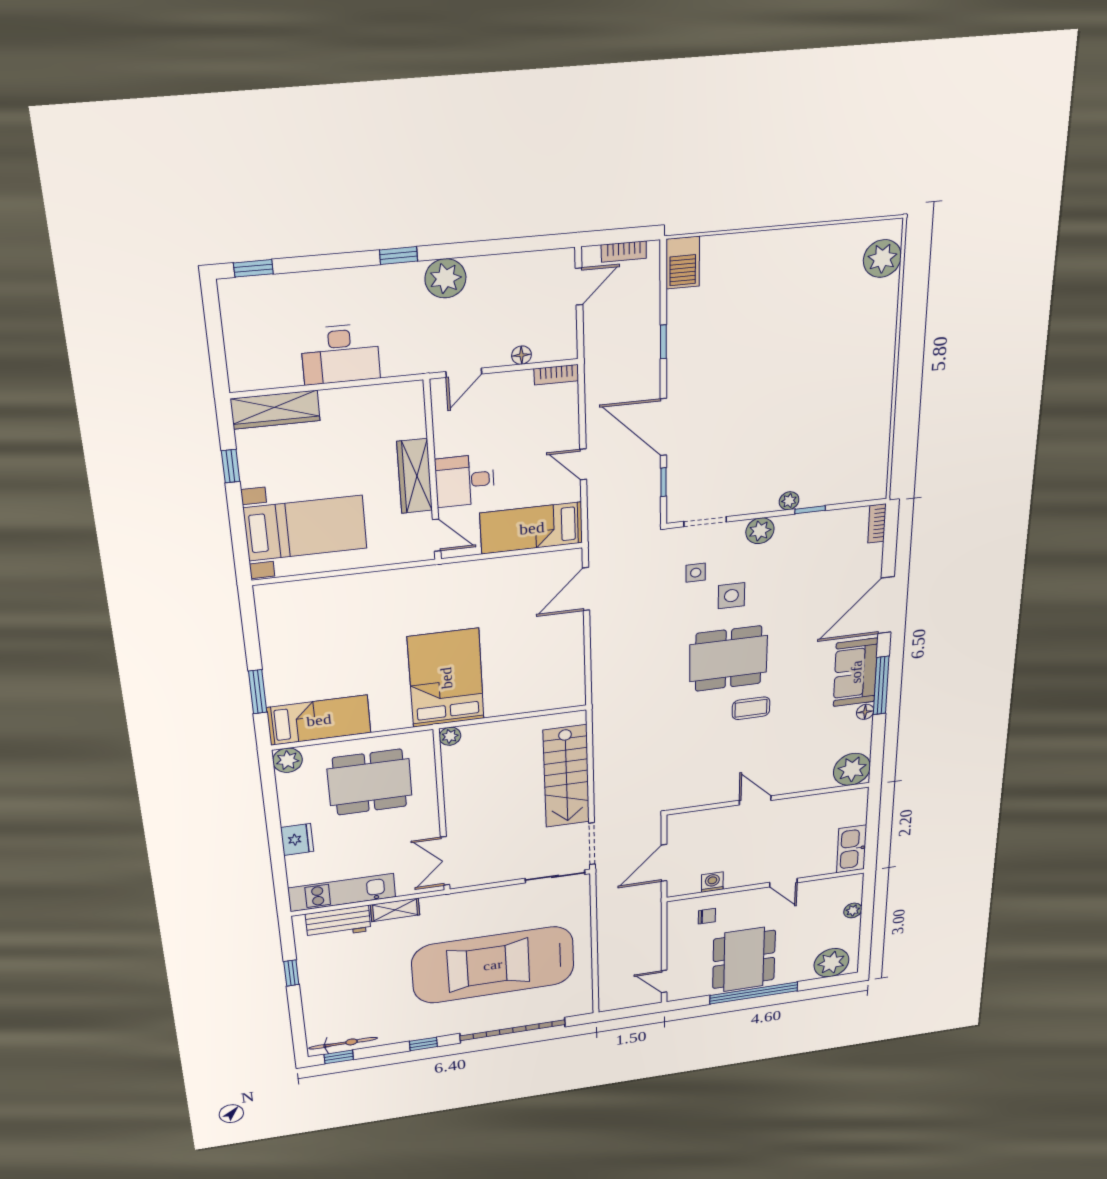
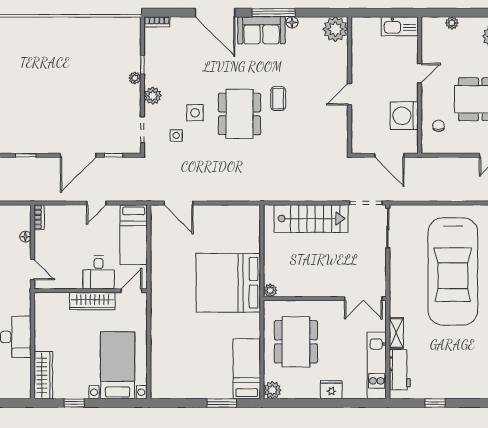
bed: (446, 678) -> (228, 283), width x1.36
washing machine: (712, 882) -> (404, 116), width x1.89, depth x1.89

